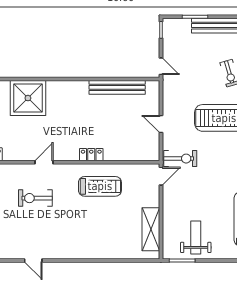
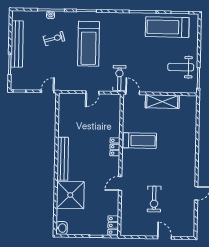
bench: (117, 87) -> (63, 159), moved
door: (44, 162) -> (120, 183), hinge flipped
treadmill: (100, 186) -> (140, 141), turned 90
exercise bike: (35, 198) -> (154, 199), moved
shelving: (151, 229) -> (162, 102), moved

